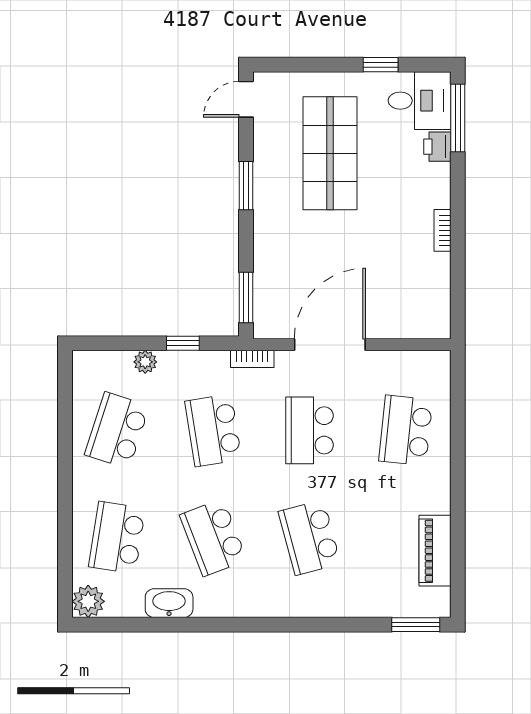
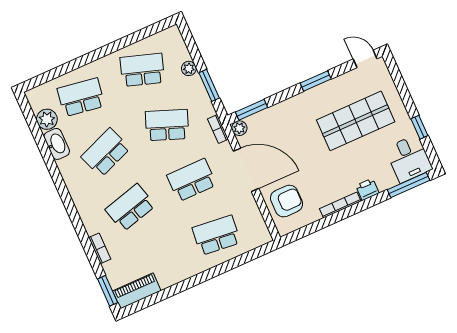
printer: (437, 147) -> (367, 189), moved
bookcase: (442, 230) -> (340, 205), width x1.56
armchair: (402, 306) -> (287, 201), added
plant: (265, 327) -> (239, 128), added
window: (183, 343) -> (209, 85), width x1.50
school desk: (213, 430) -> (167, 125), turned 30
piano: (435, 551) -> (137, 291), moved
plant: (88, 601) -> (47, 119), moved
bookcase: (349, 608) -> (100, 248), added

